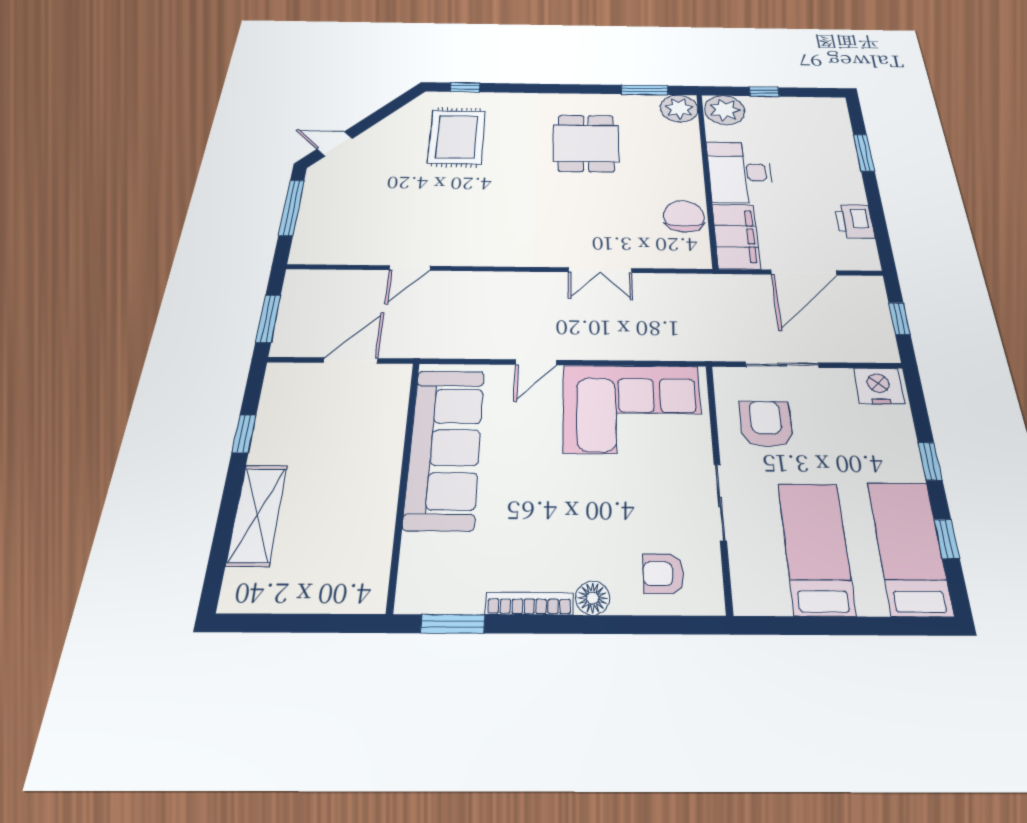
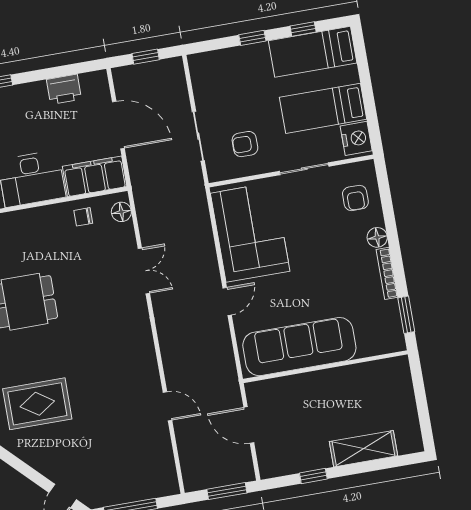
chair: (684, 216) -> (83, 217), width x0.54, depth x0.54
floor lamp: (685, 258) -> (121, 212), added
door: (536, 362) -> (227, 302), hinge flipped
nightstand: (879, 386) -> (356, 138), moved, turned 180
armchair: (766, 424) -> (245, 144), width x0.72, depth x0.72

